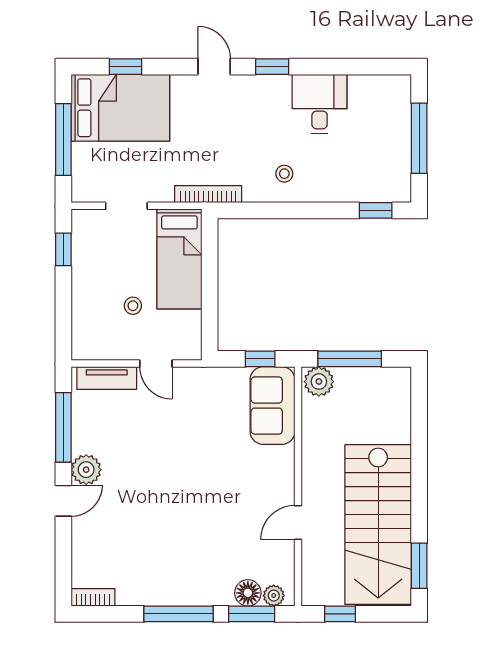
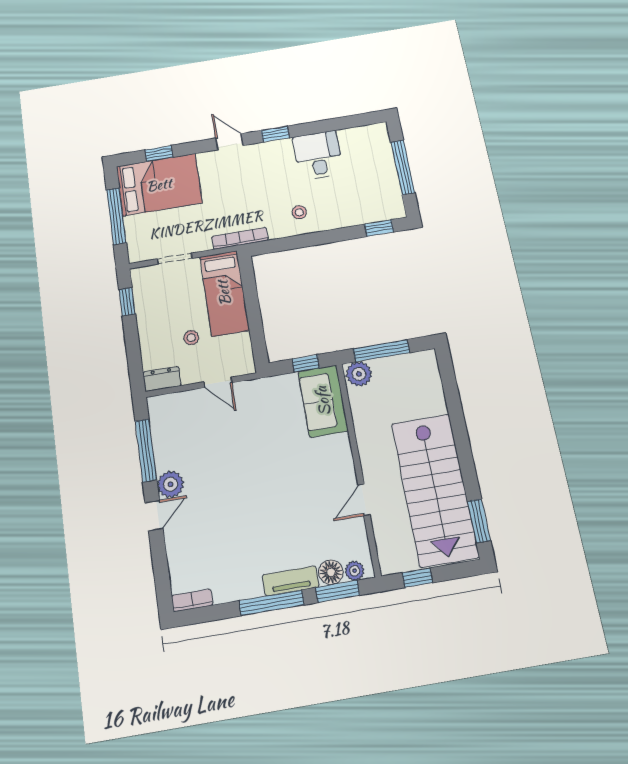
dresser: (92, 349) -> (162, 379), added
tv unit: (107, 378) -> (291, 581), moved, turned 180

